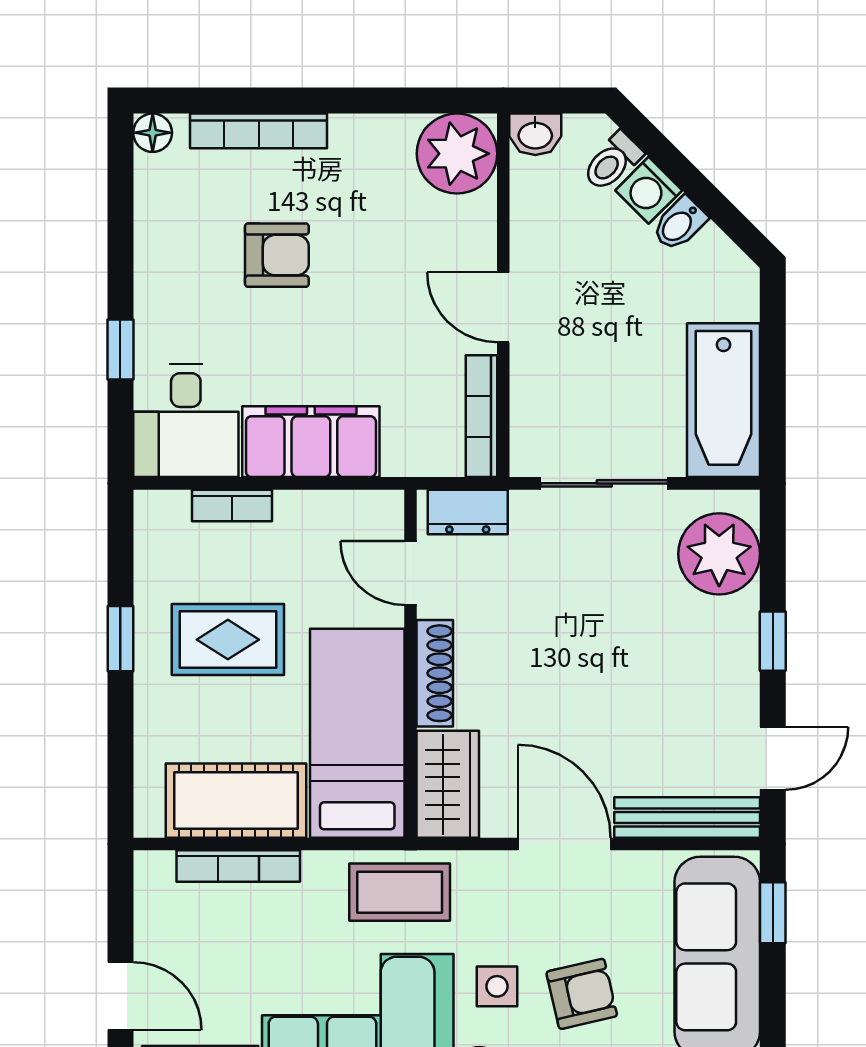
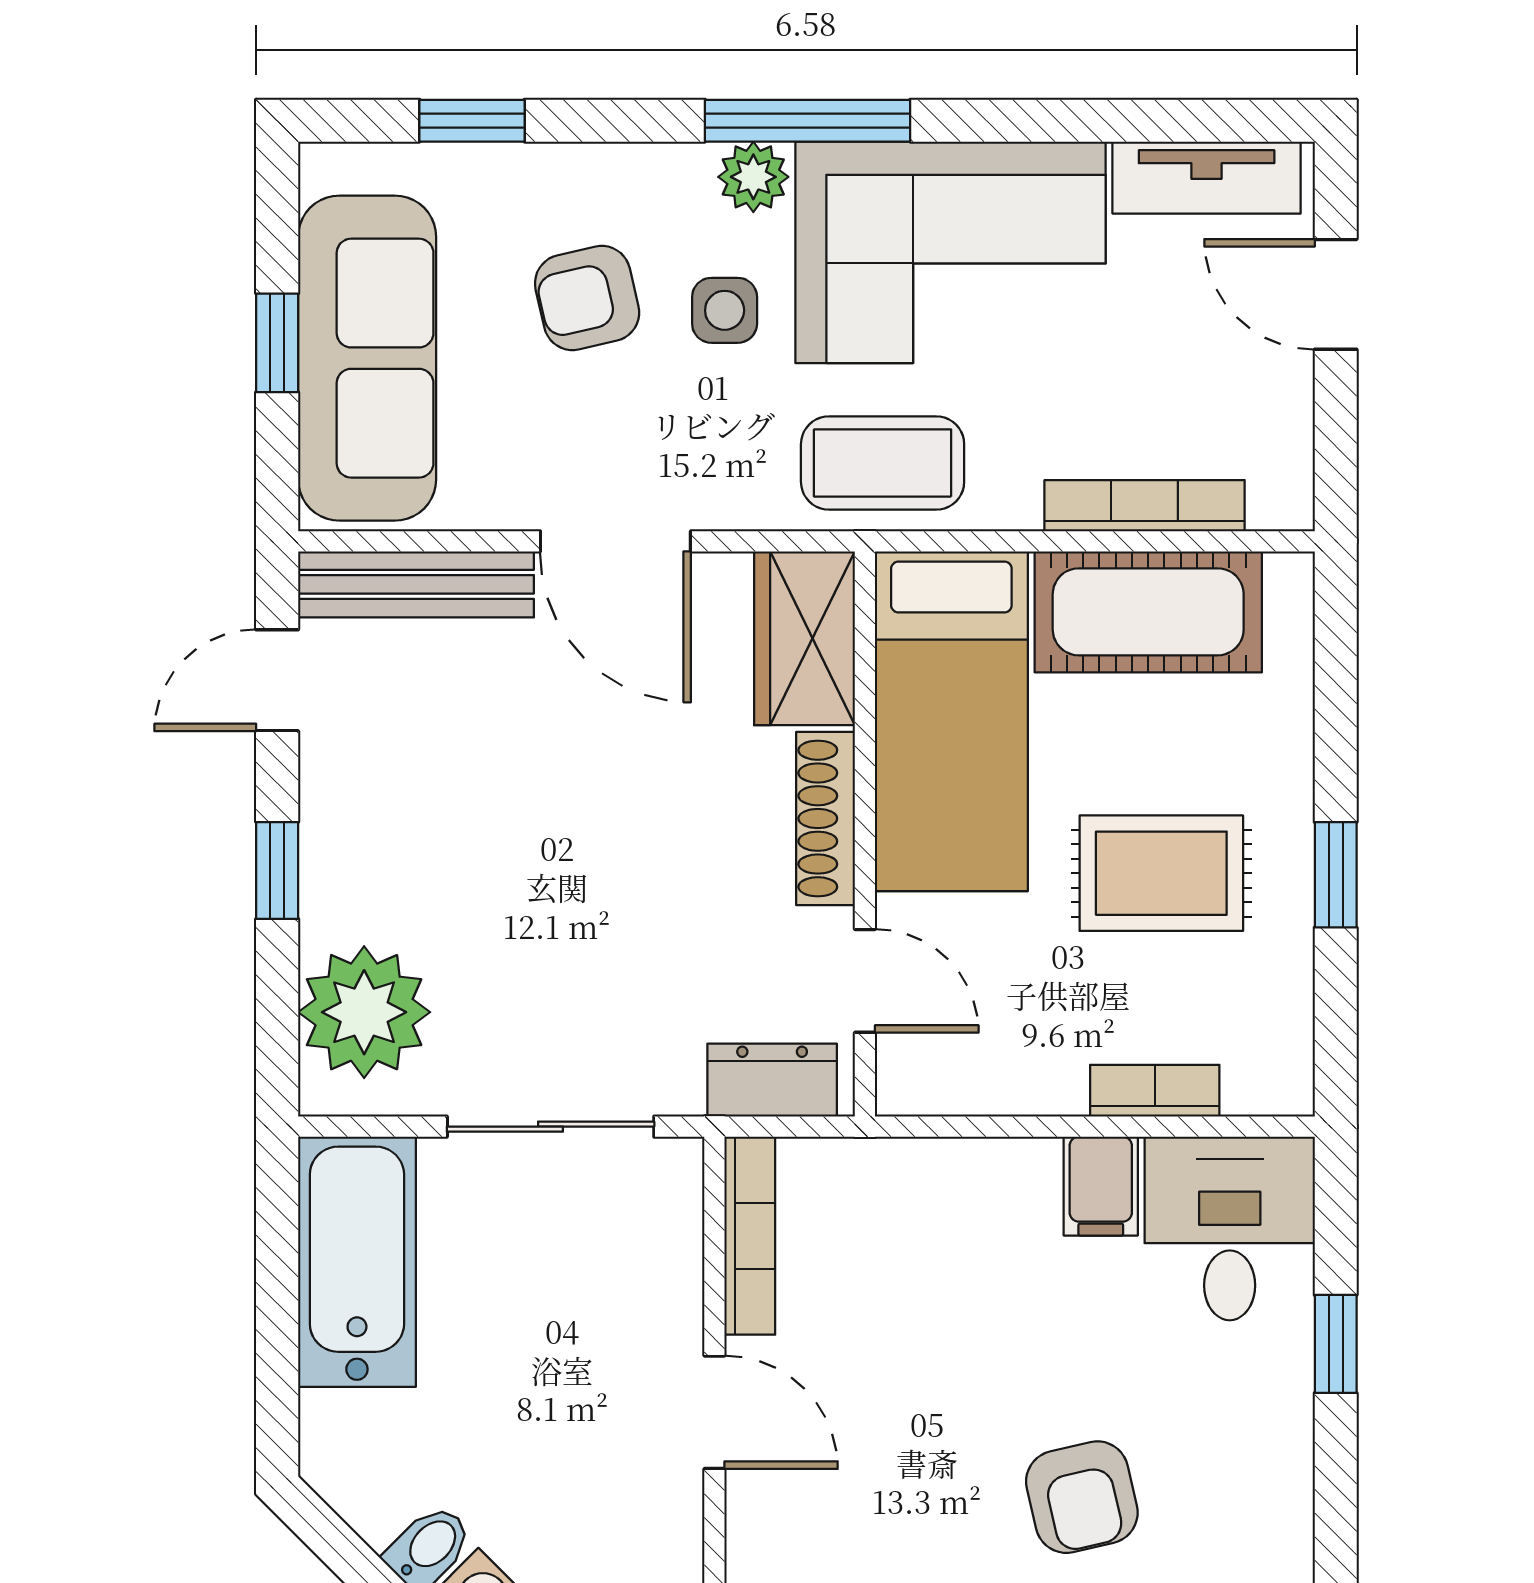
armchair: (277, 255) -> (1082, 1497), turned -103
filing cabinet: (311, 442) -> (1101, 1186), width x0.33, depth x0.86
window: (773, 913) -> (277, 343), moved

